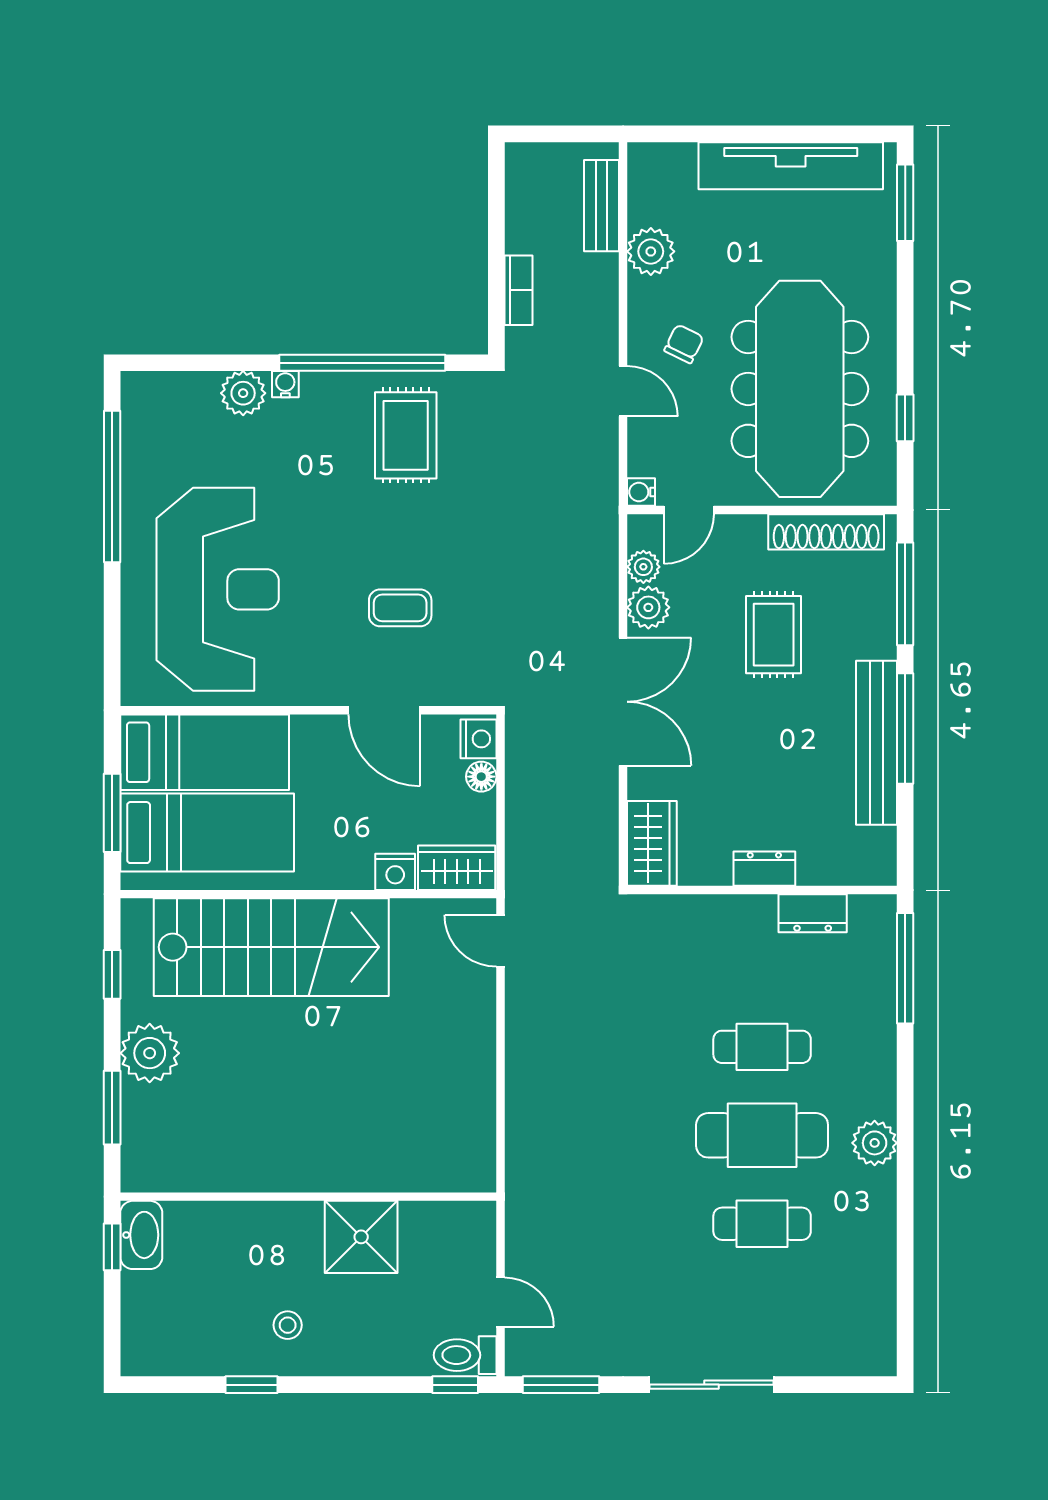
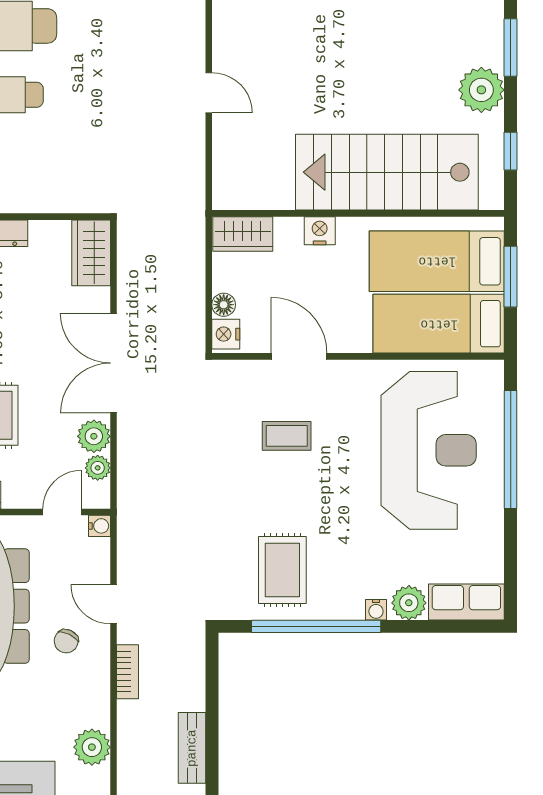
bench: (602, 206) -> (192, 748), moved
plant: (651, 251) -> (92, 747), moved
bookcase: (519, 290) -> (127, 672), moved, turned 180
row of seats: (169, 394) -> (466, 602), added
window: (112, 487) -> (511, 450), moved
reception desk: (218, 589) -> (429, 450), turned 180
nightstand: (395, 872) -> (320, 231), moved
door: (500, 941) -> (209, 93), moved

